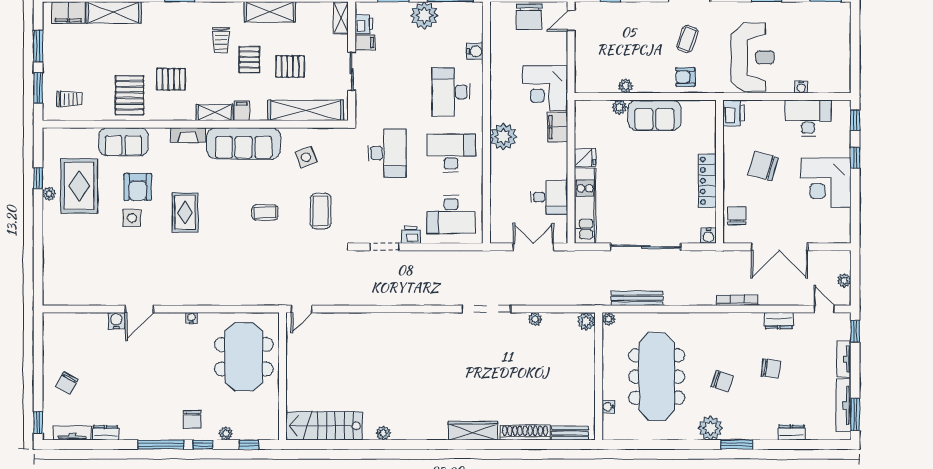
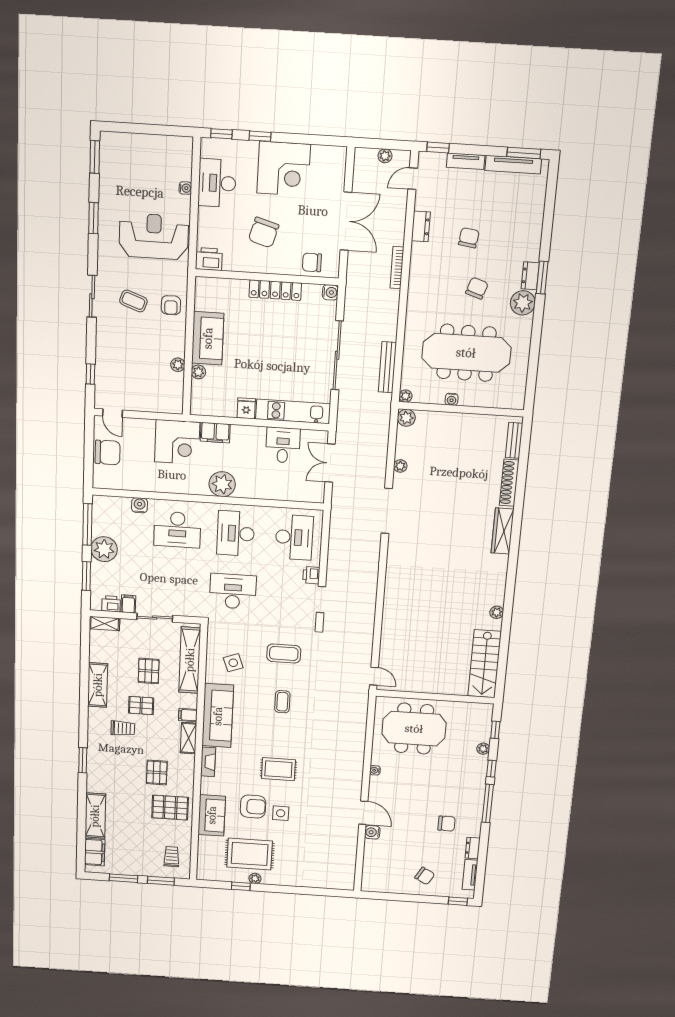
water cooler: (608, 407) -> (452, 399), moved
chair: (192, 419) -> (447, 824), moved
dresser: (791, 433) -> (530, 276), moved

